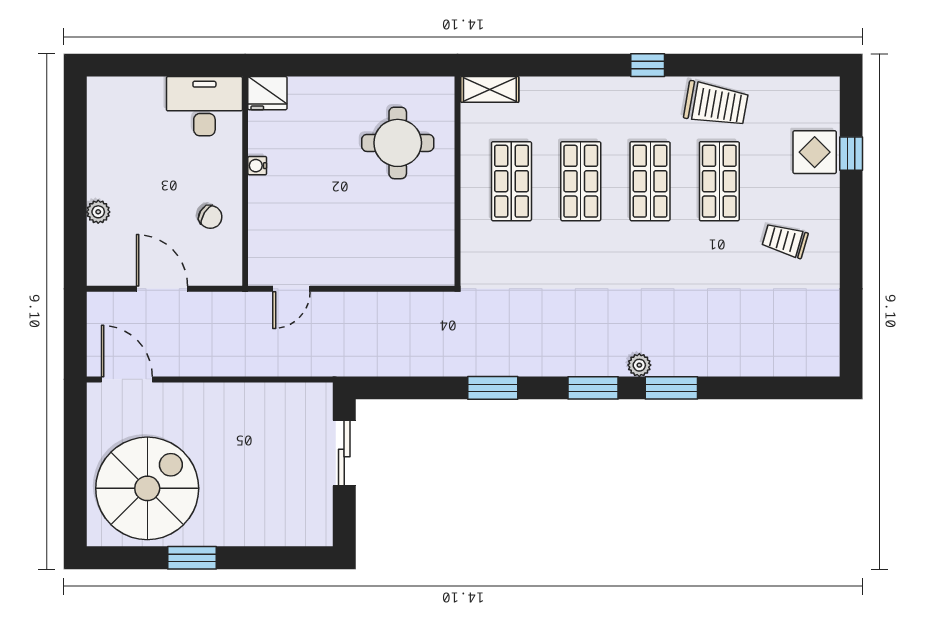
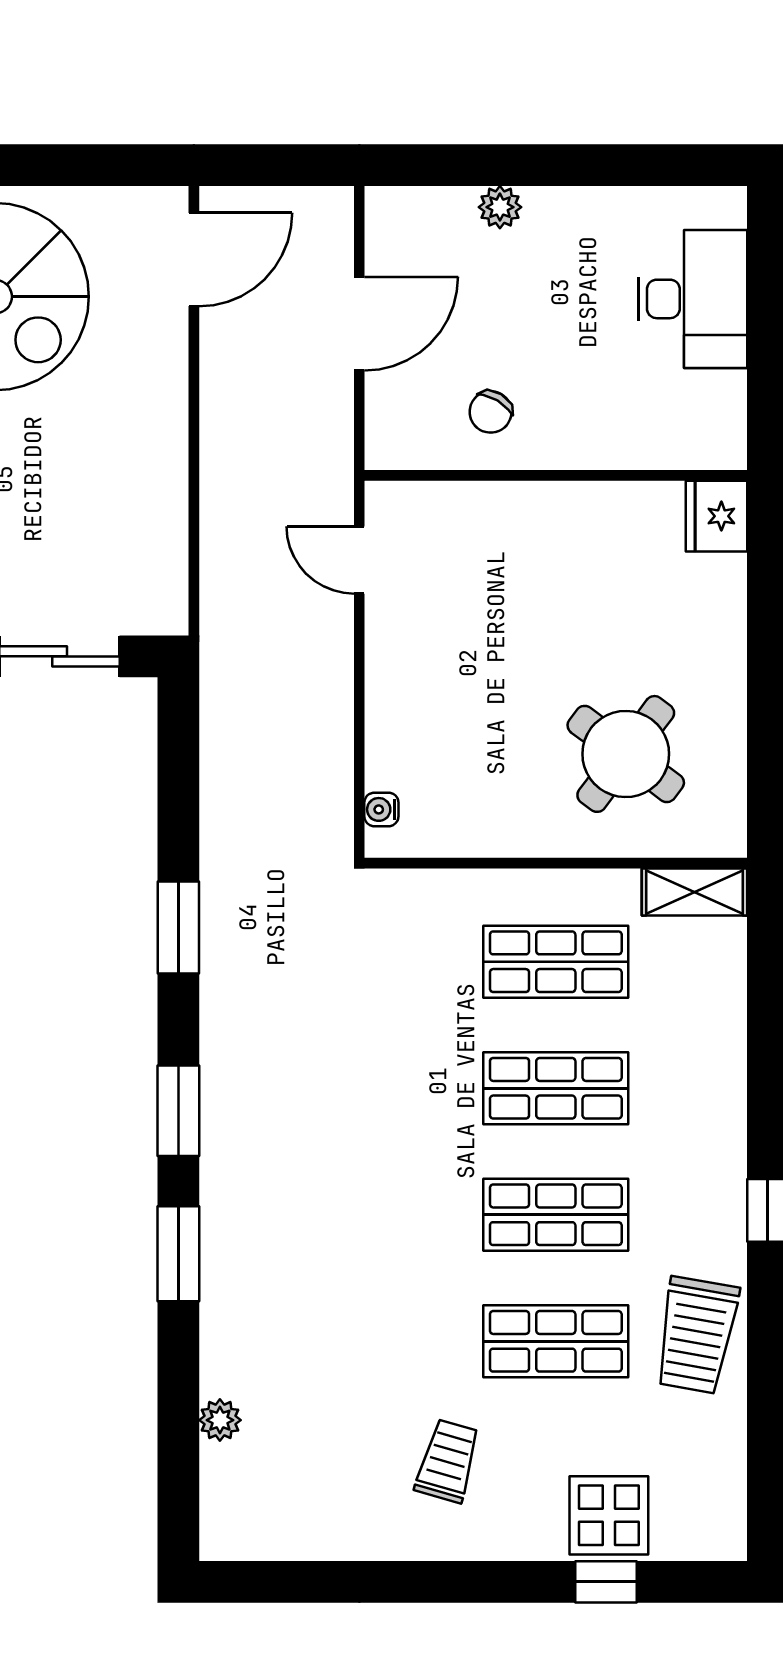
shelving: (490, 89) -> (694, 892), moved, turned 90
desk: (204, 106) -> (693, 299), moved
round table: (398, 143) -> (626, 754), turned 37
water cooler: (257, 166) -> (381, 809), moved, turned -90
plant: (639, 365) -> (220, 1420), moved

